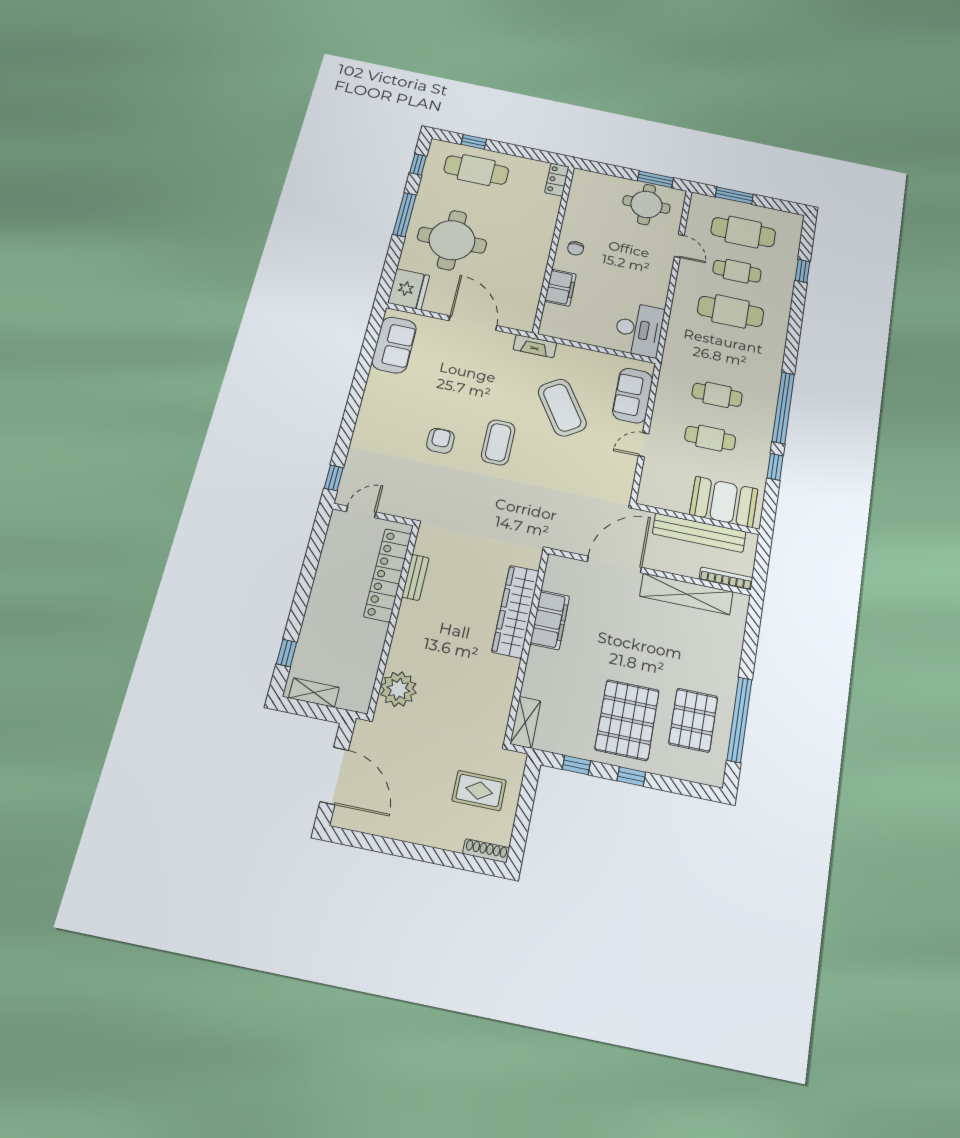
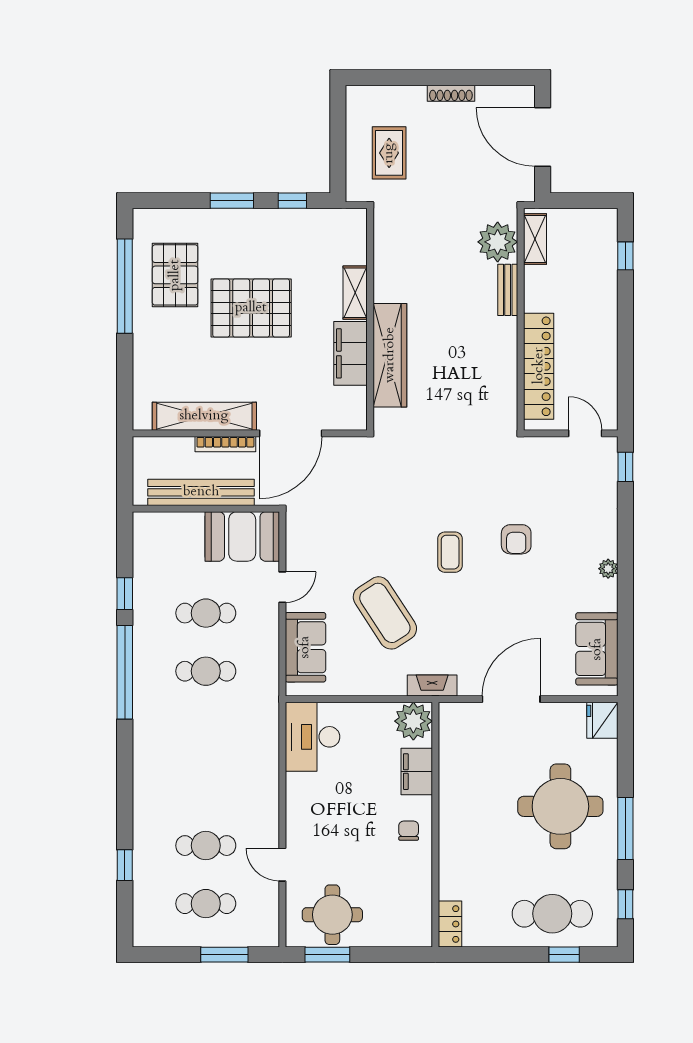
cafe table: (743, 232) -> (206, 904), width x0.73, depth x0.74
fridge: (409, 289) -> (602, 720), width x0.73, depth x0.75
cafe table: (731, 311) -> (206, 787), removed
door: (473, 323) -> (511, 699), swing flipped
plant: (556, 324) -> (413, 721), added
plant: (369, 402) -> (608, 569), added
coffee table: (498, 442) -> (450, 552), width x0.73, depth x0.77
booth: (724, 502) -> (242, 536), moved
door: (361, 512) -> (585, 433), swing flipped
bench: (415, 577) -> (508, 290), moved
bookcase: (726, 578) -> (225, 444), moved
shelving: (314, 693) -> (535, 239), moved, turned 90
pallet: (627, 720) -> (251, 308), moved, turned 90
shelving: (525, 722) -> (355, 293), moved
window: (631, 777) -> (232, 201), width x1.50
rug: (479, 791) -> (389, 153), turned 90
shoe rack: (486, 851) -> (451, 93), moved

